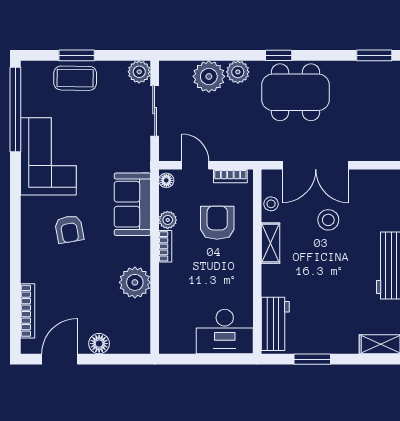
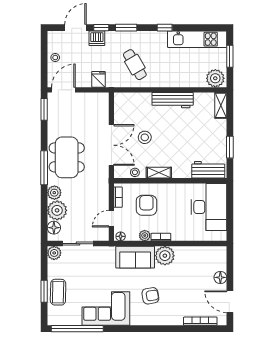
window: (279, 55) -> (44, 168), width x2.17
floor lamp: (181, 71) -> (54, 228), added
armchair: (217, 223) -> (146, 205), turned 90
plant: (135, 282) -> (165, 256), moved
desk: (225, 332) -> (209, 207), width x1.36, depth x1.30

